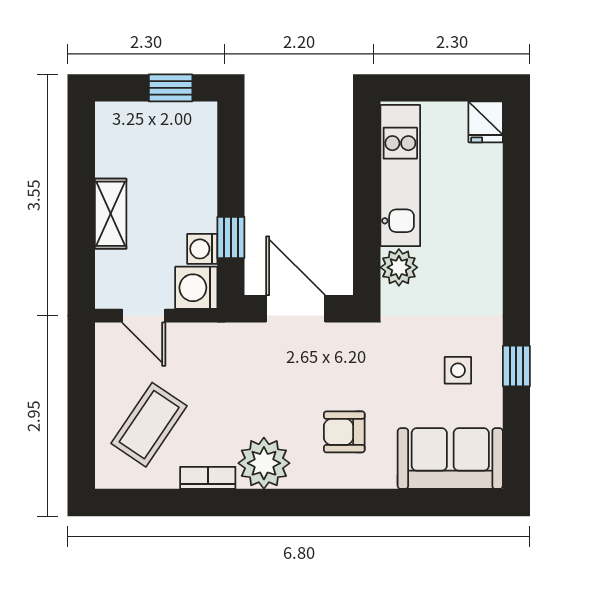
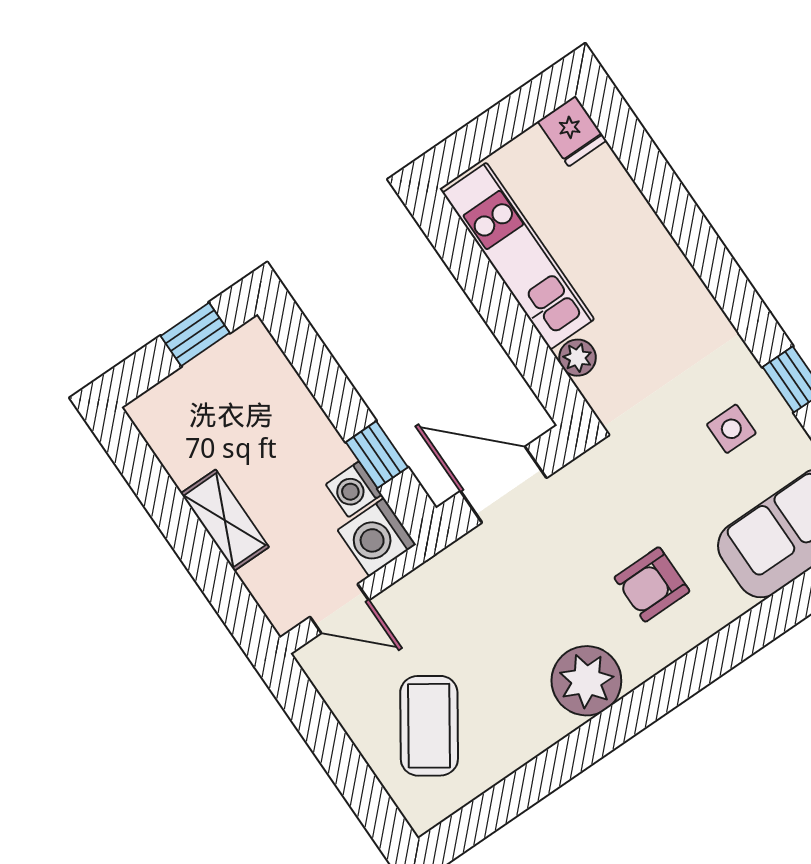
plant: (399, 267) -> (577, 358), width x0.73, depth x0.73
bookcase: (208, 478) -> (535, 740), removed

